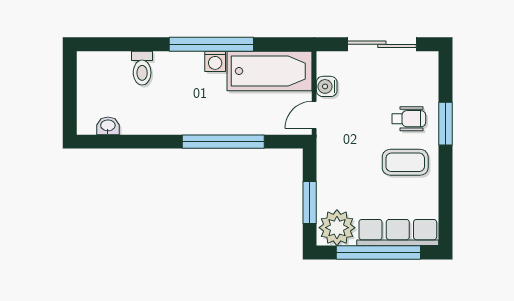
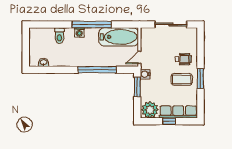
washing machine: (215, 61) -> (79, 32), moved
water cooler: (327, 86) -> (145, 74), moved
window: (445, 124) -> (200, 79), moved
window: (310, 202) -> (137, 87), moved
window: (378, 253) -> (169, 121), width x0.32

